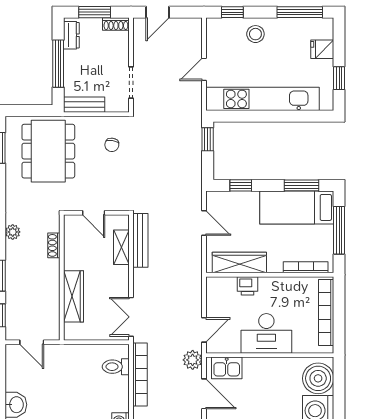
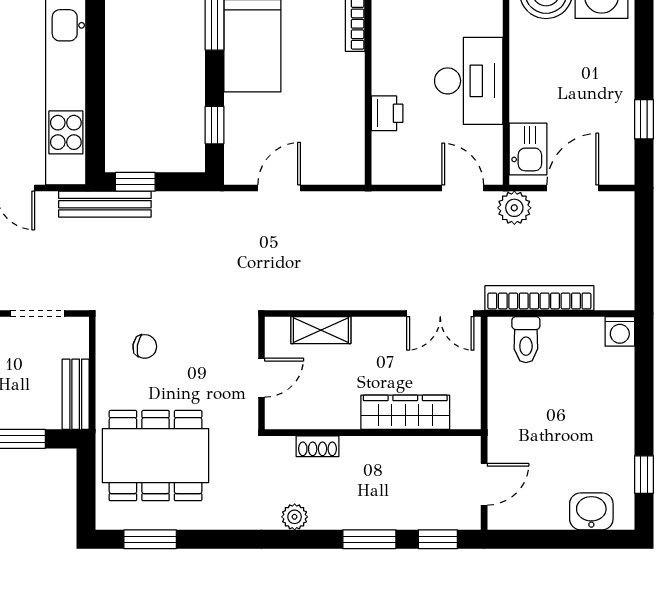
bench: (140, 240) -> (105, 204), moved
wardrobe: (239, 263) -> (347, 127), removed

